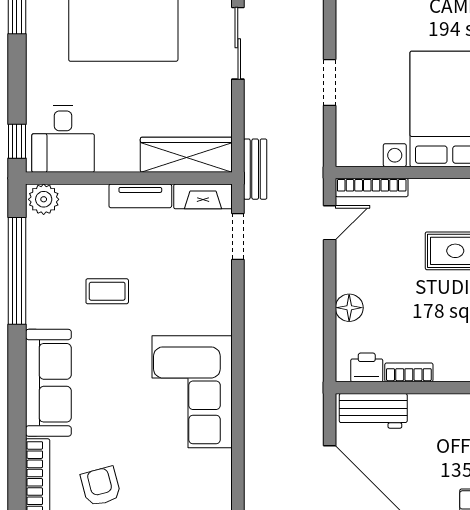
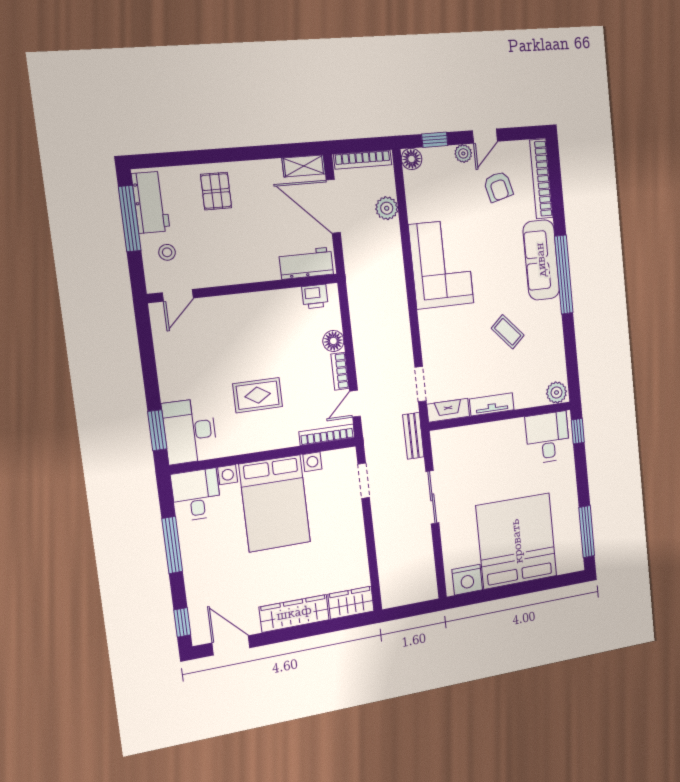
sliding door: (238, 43) -> (432, 497), moved
doorway: (330, 83) -> (364, 481), moved
wardrobe: (186, 155) -> (463, 439), removed
window: (17, 271) -> (564, 275), moved
coffee table: (107, 291) -> (508, 332), turned 48
bookcase: (409, 372) -> (340, 371), moved, turned 90
plant: (259, 471) -> (387, 208), added

